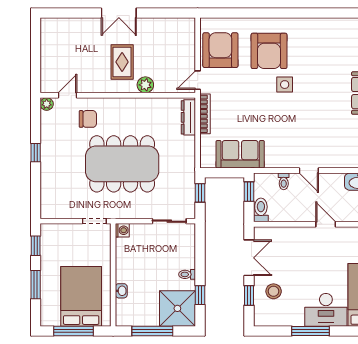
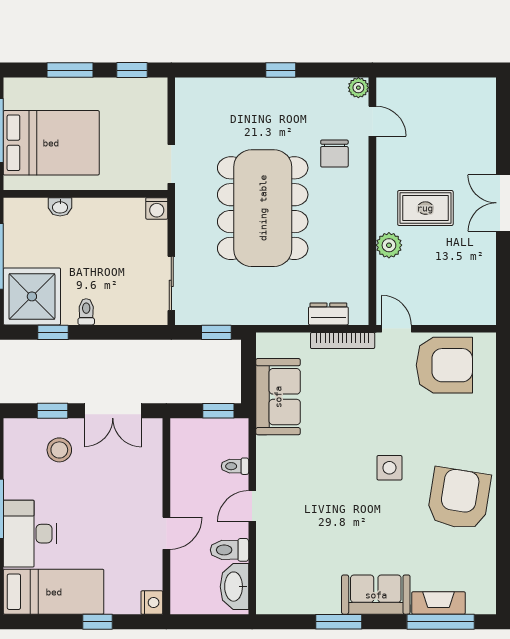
armchair: (269, 51) -> (459, 499), moved, turned 99
dresser: (188, 117) -> (328, 314), width x0.70
toilet: (261, 210) -> (229, 550), moved, turned 180

